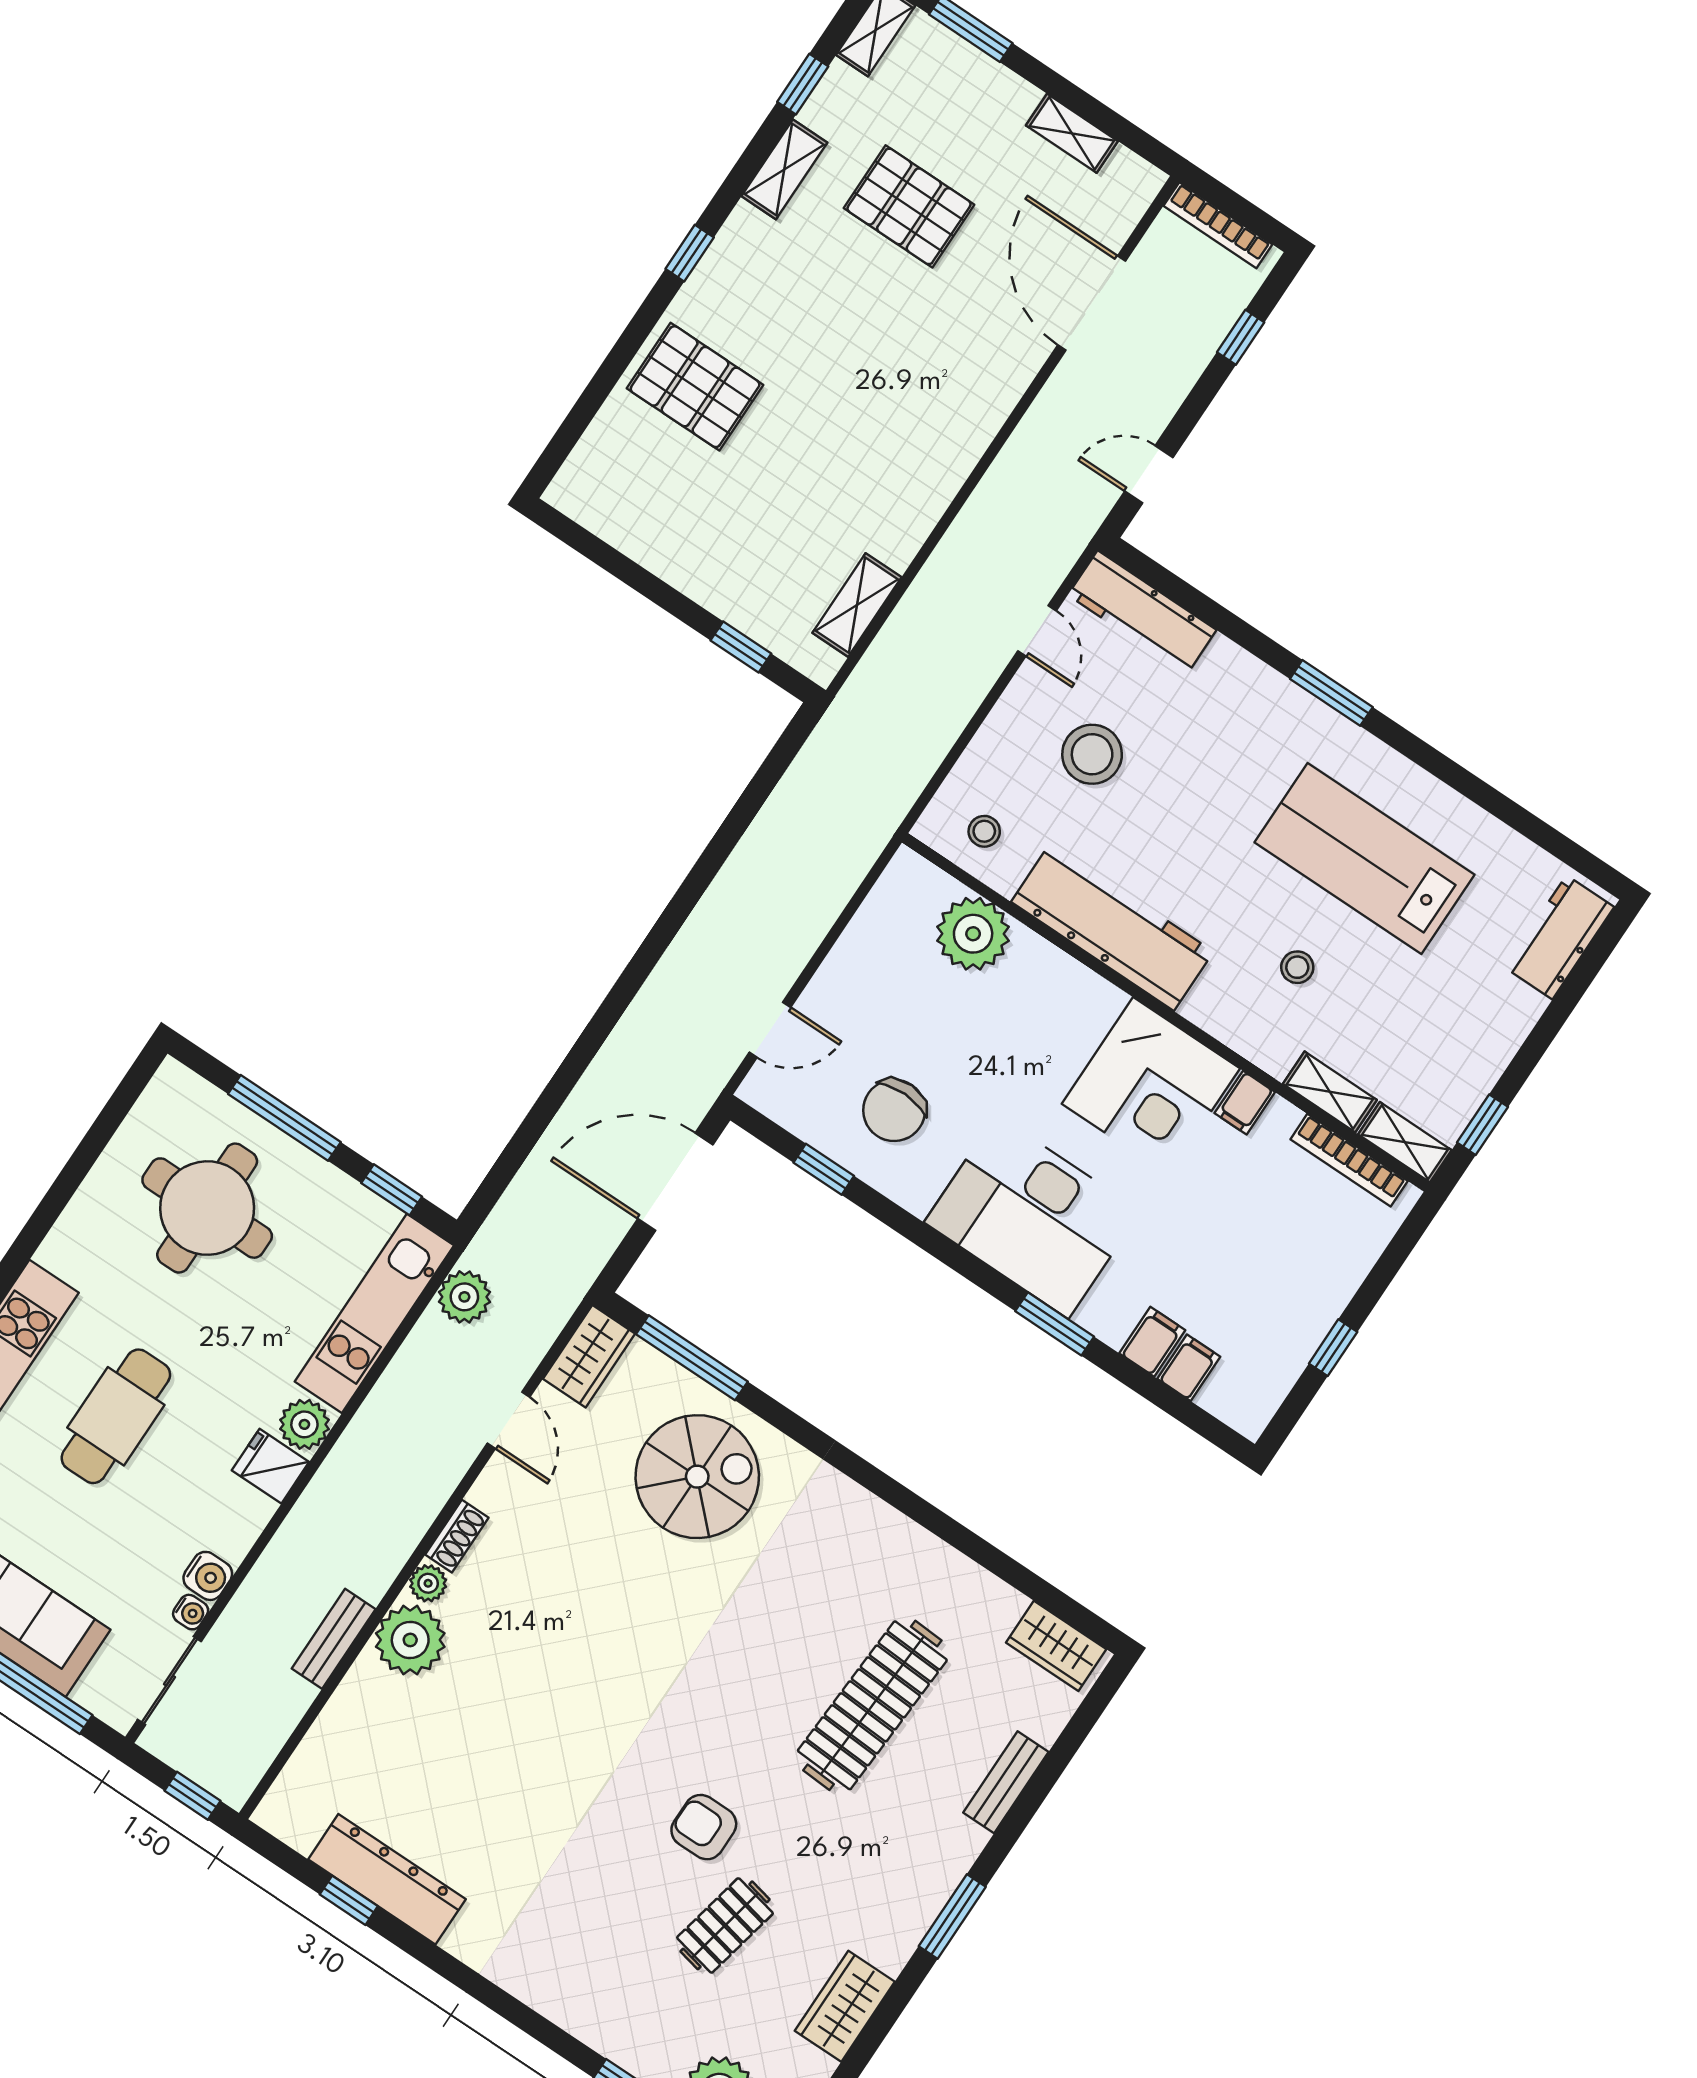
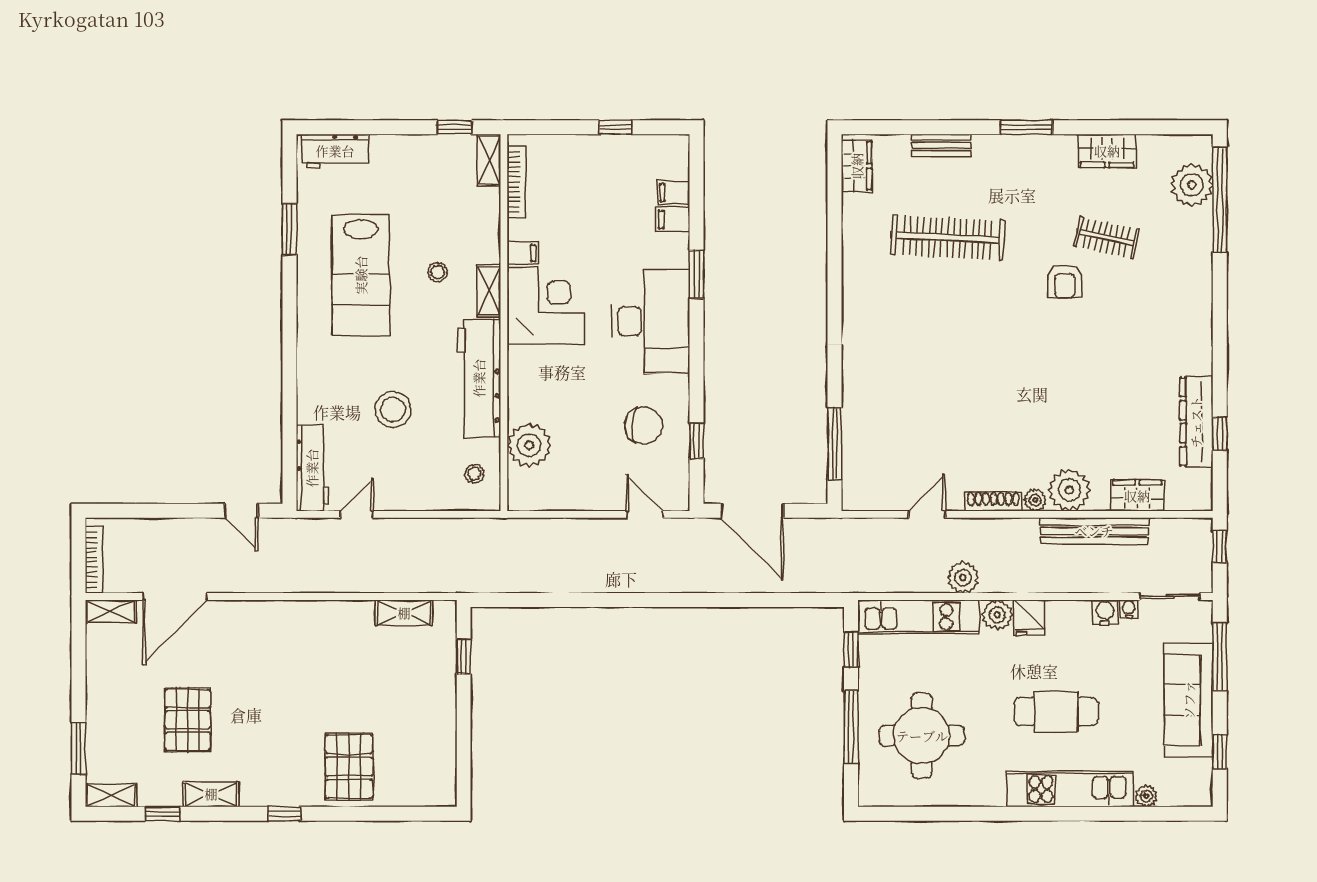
shelving: (1072, 133) -> (111, 611), moved, turned 90
window: (1241, 337) -> (142, 511), removed
window: (1331, 693) -> (289, 229), moved
stool: (1092, 754) -> (393, 409), moved
shelving: (1330, 1092) -> (489, 291), moved
plant: (464, 1297) -> (963, 578), moved
wardrobe: (589, 1356) -> (1137, 496), moved
spiral stairs: (697, 1477) -> (892, 401), removed
shoe rack: (457, 1536) -> (993, 501), width x1.43
bench: (334, 1639) -> (1094, 531), width x1.86, depth x1.21

